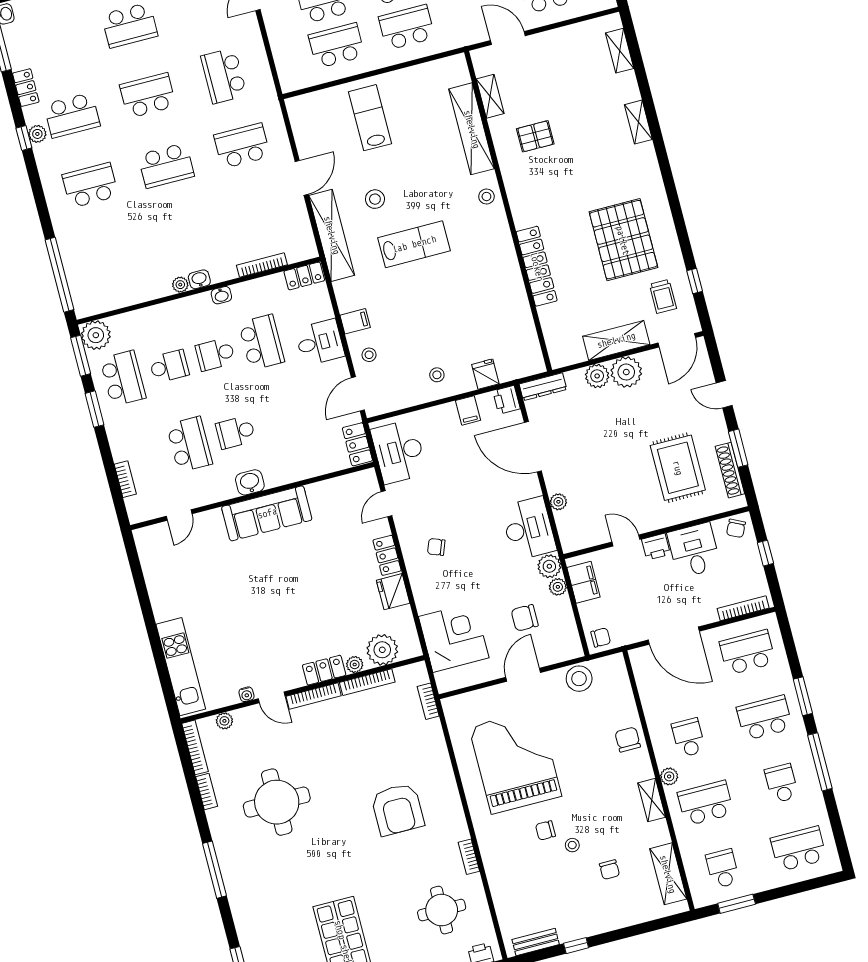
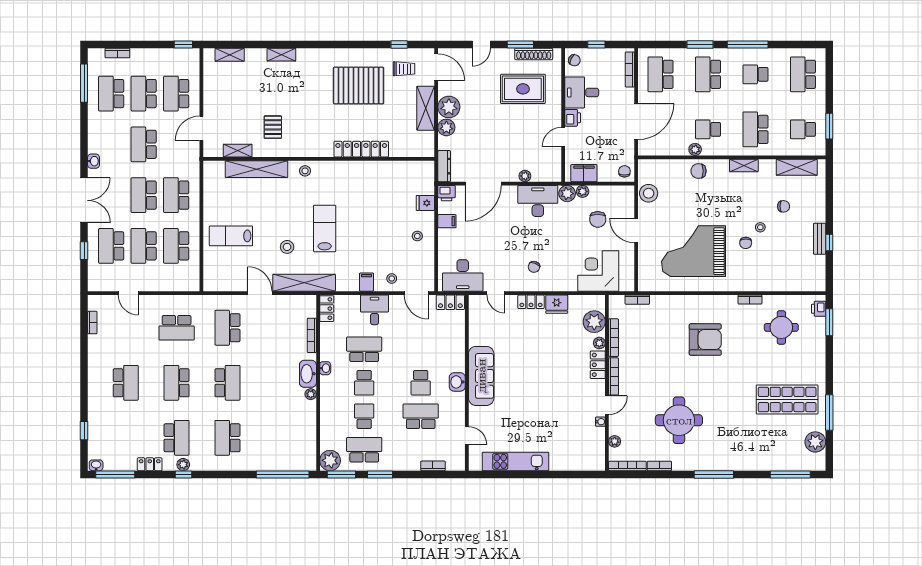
washbasin: (199, 279) -> (308, 374), width x1.91, depth x1.45
kitchen unit: (181, 667) -> (515, 461), moved
plant: (669, 776) -> (695, 149), moved
bench: (536, 942) -> (820, 239), moved

